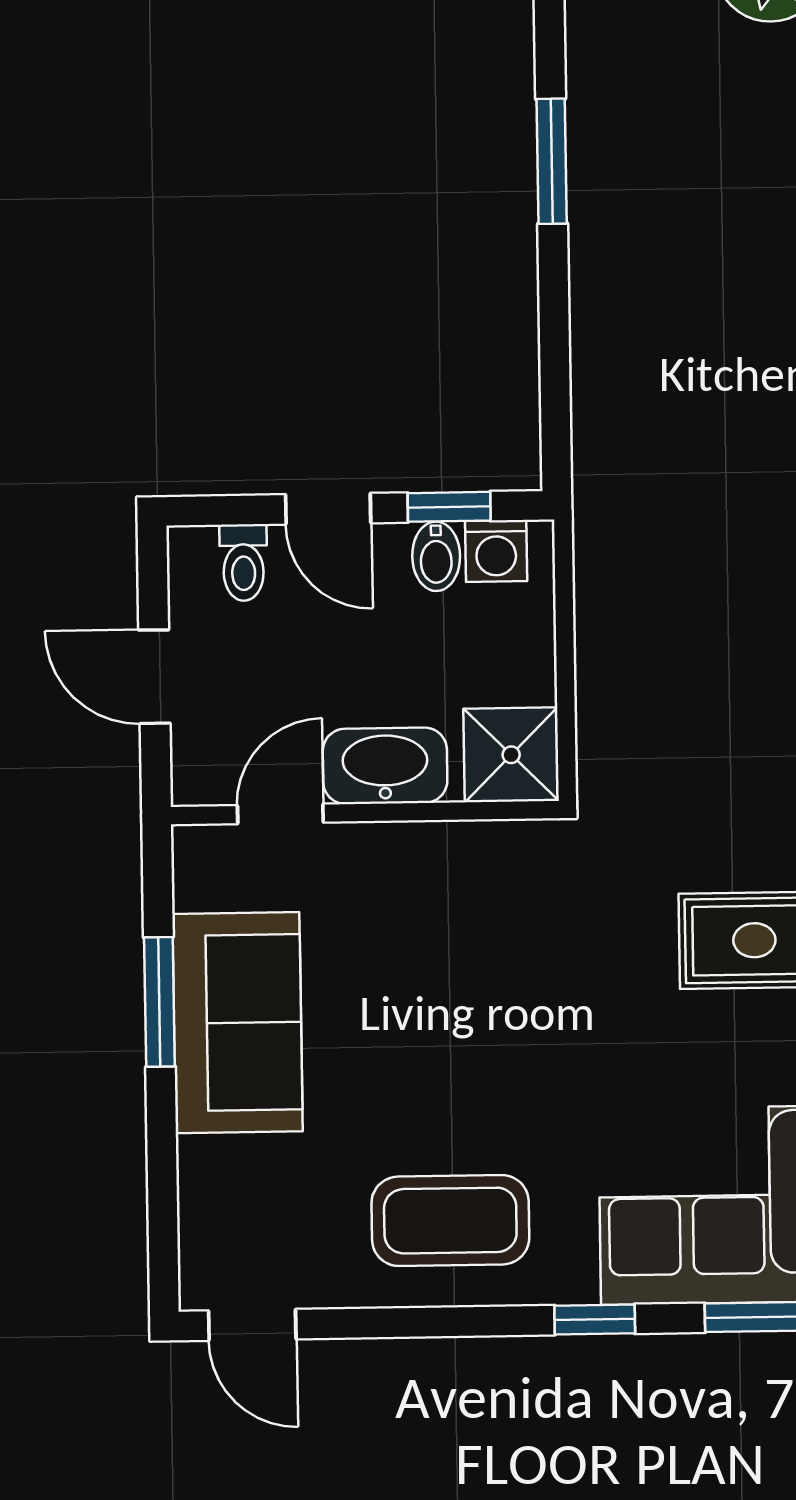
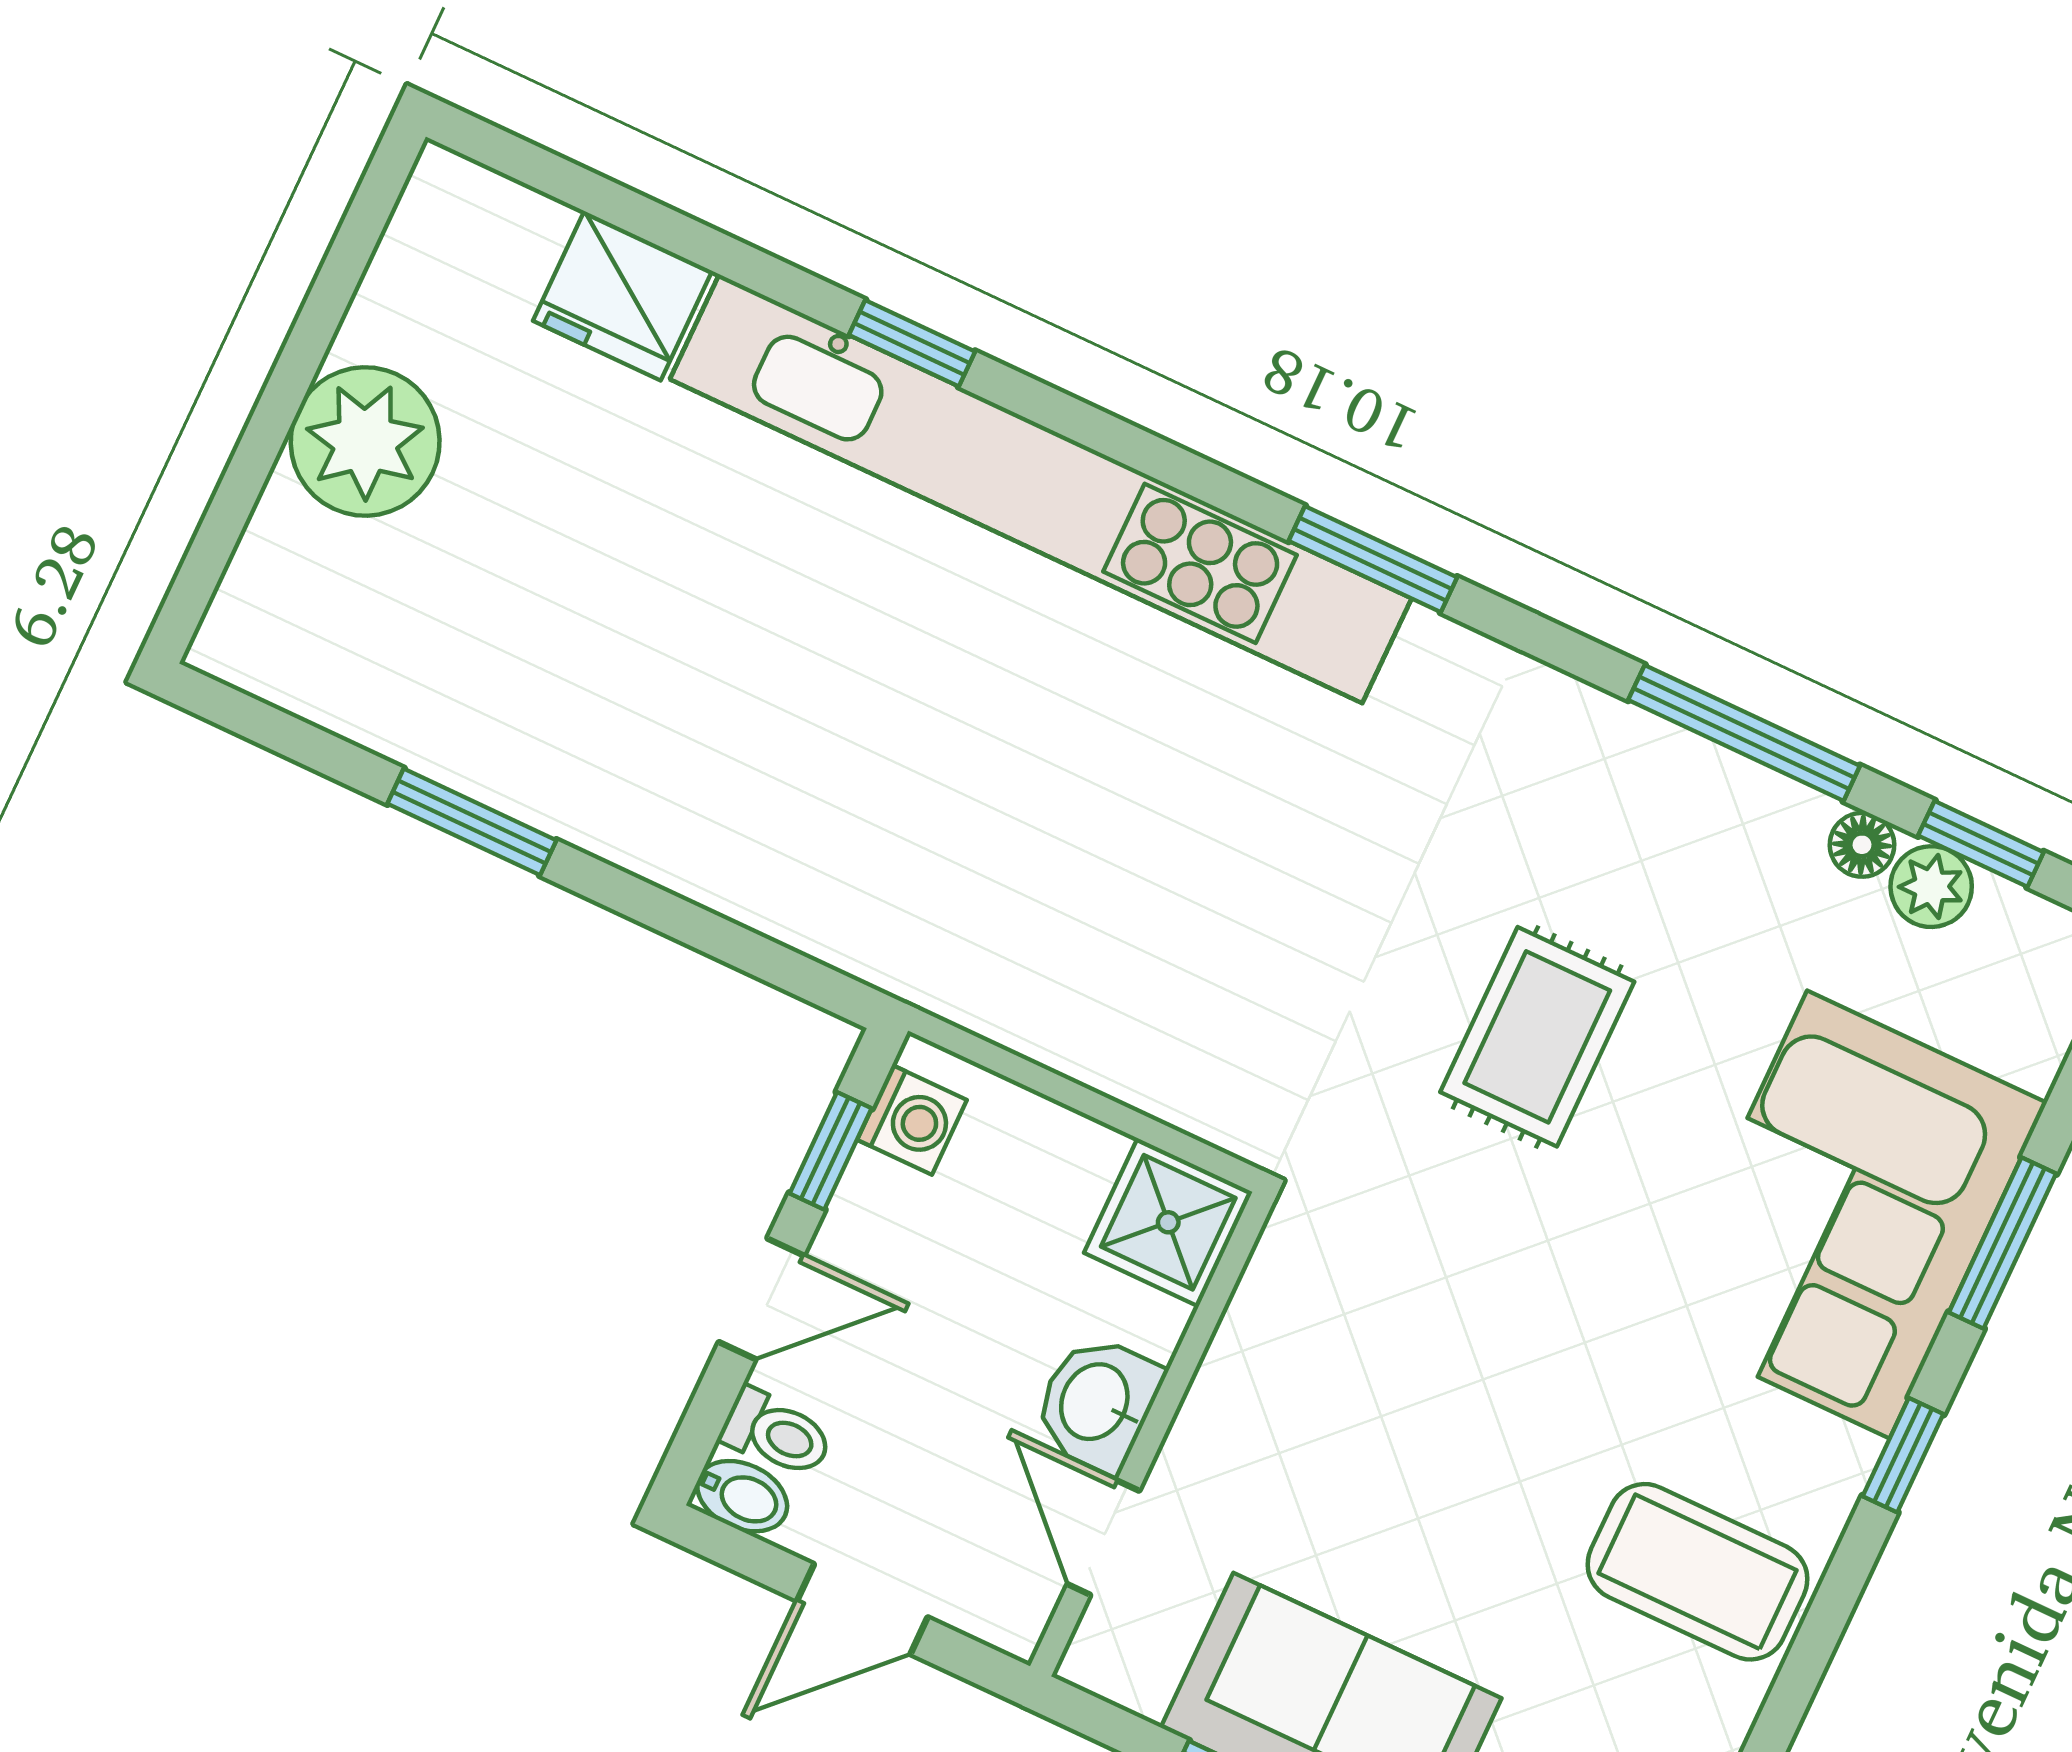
bidet: (436, 556) -> (742, 1496), moved
washbasin: (385, 766) -> (1097, 1403), width x0.72
coffee table: (450, 1221) -> (1697, 1572), turned 90

